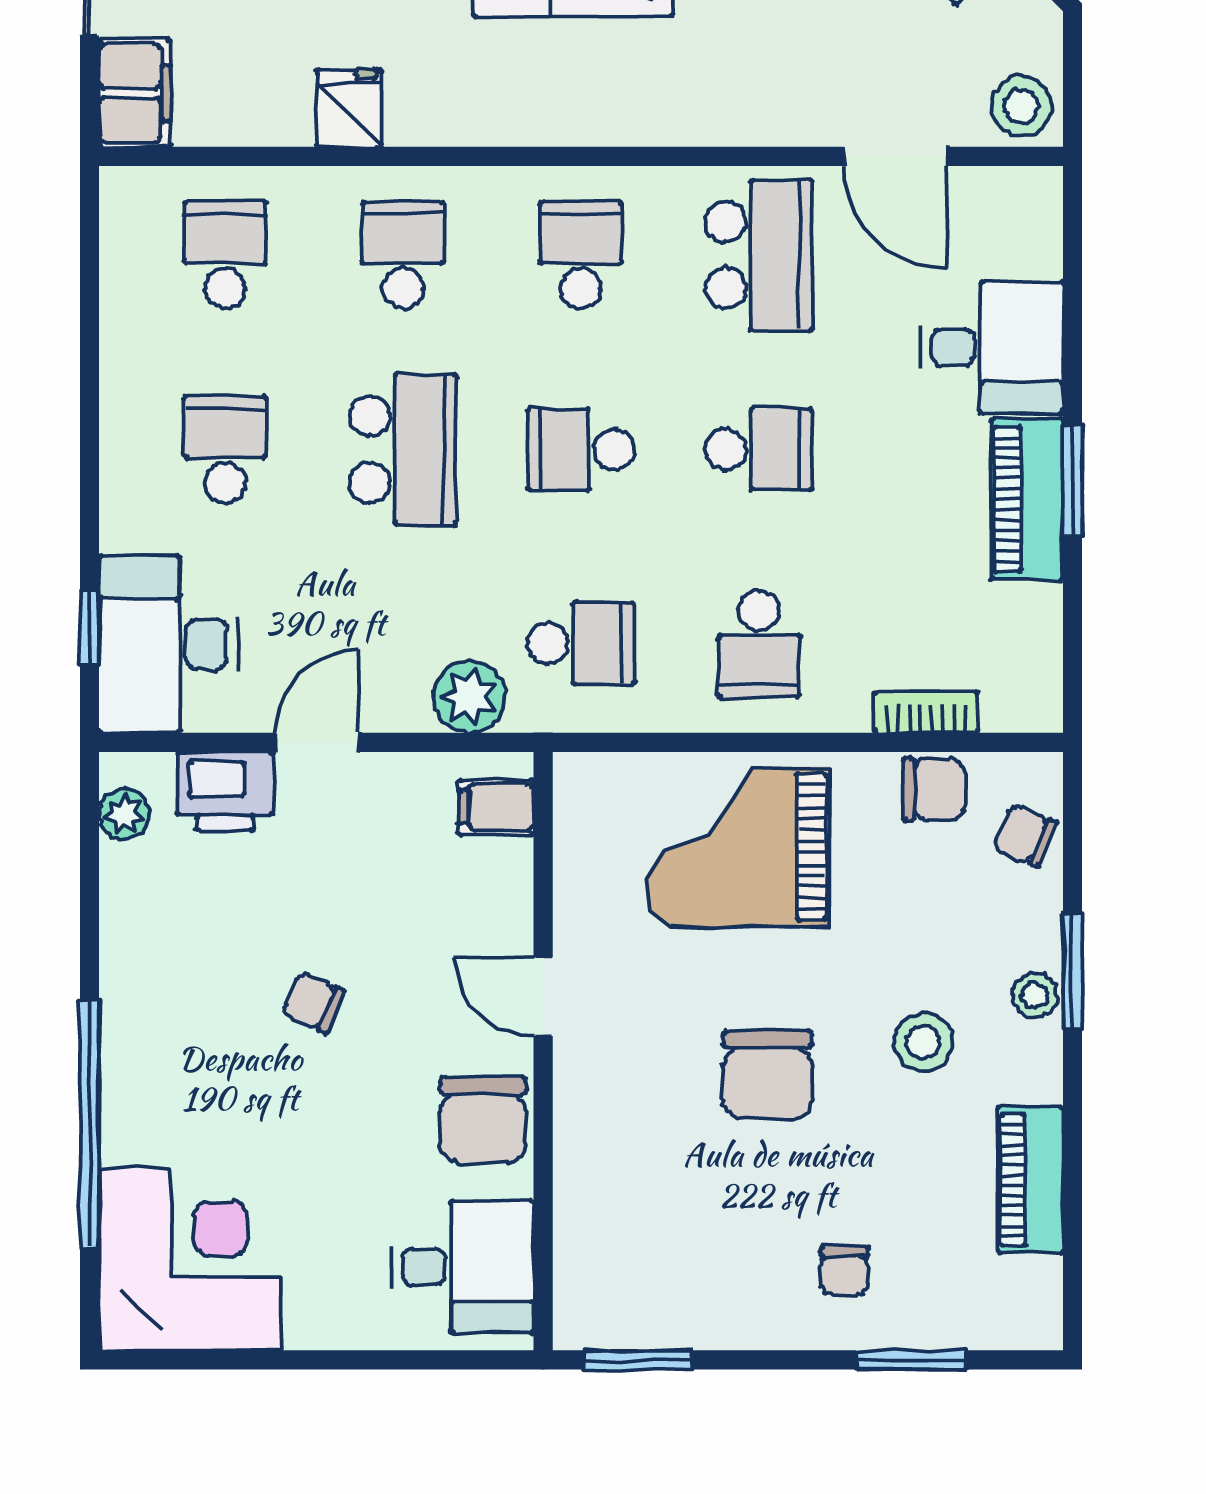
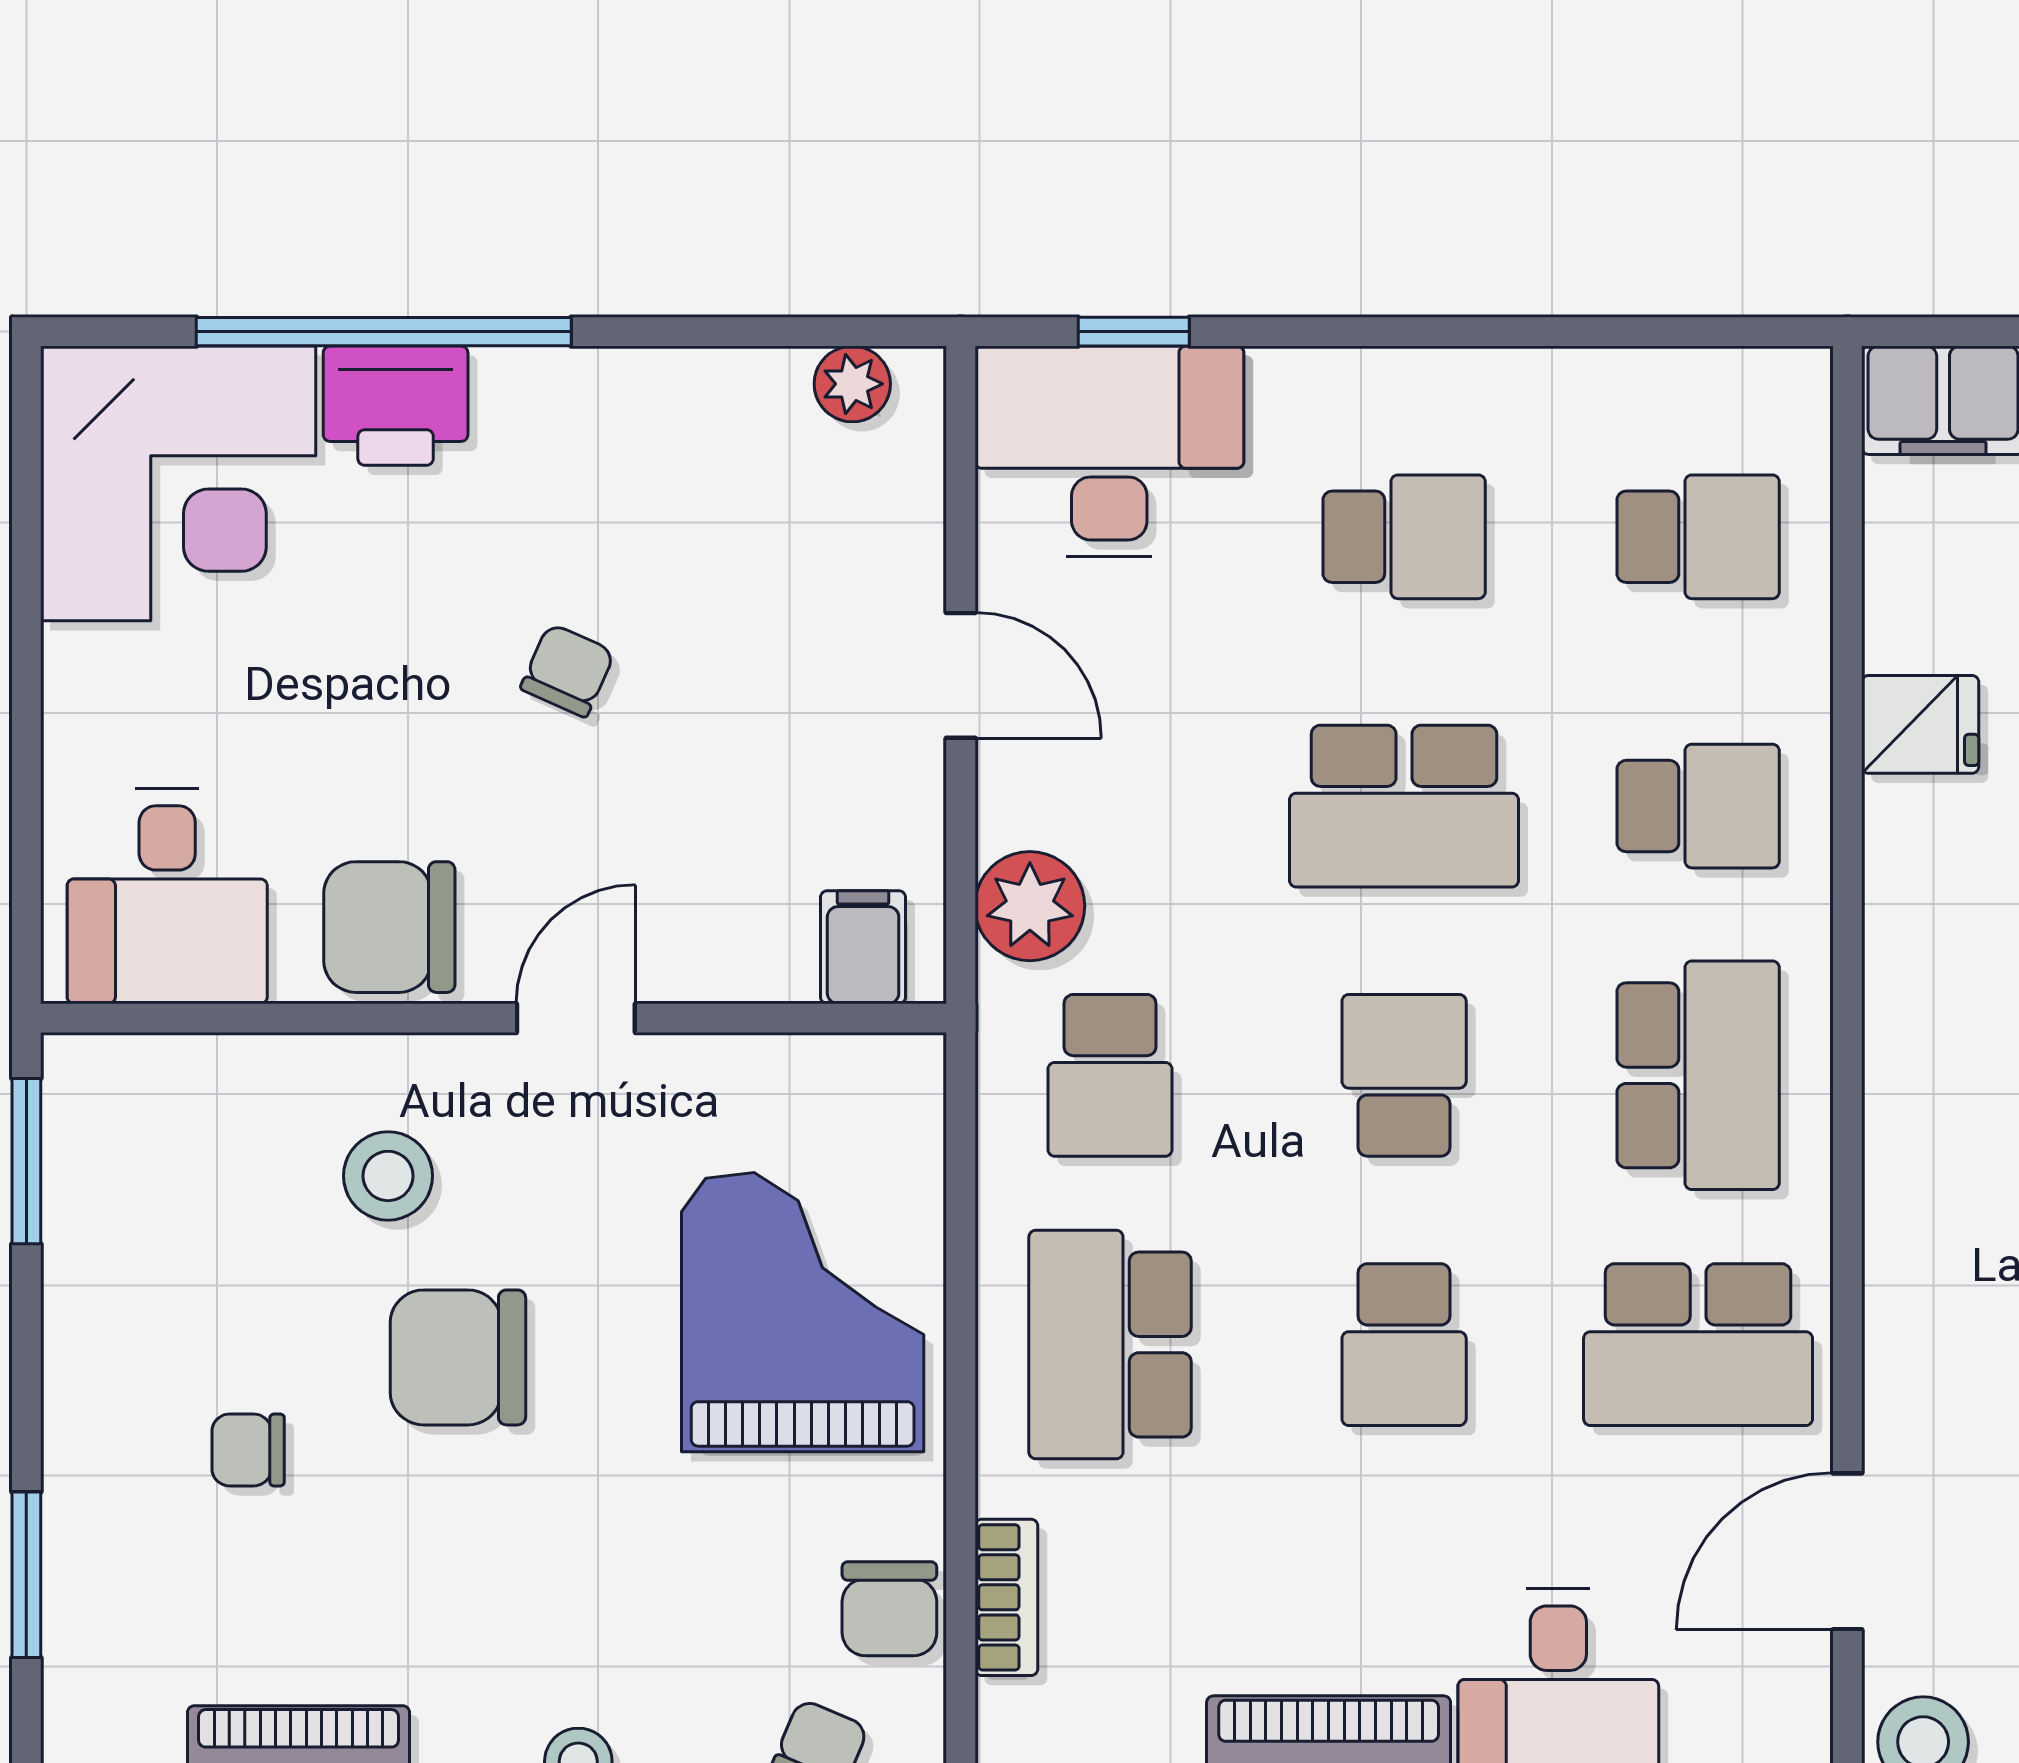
school desk: (581, 255) -> (1698, 1075), width x1.85
school desk: (759, 644) -> (1110, 1345), width x1.85
printer: (225, 791) -> (396, 406), moved, turned -90
stool: (923, 1042) -> (388, 1176), moved
chair: (844, 1270) -> (248, 1450), moved

